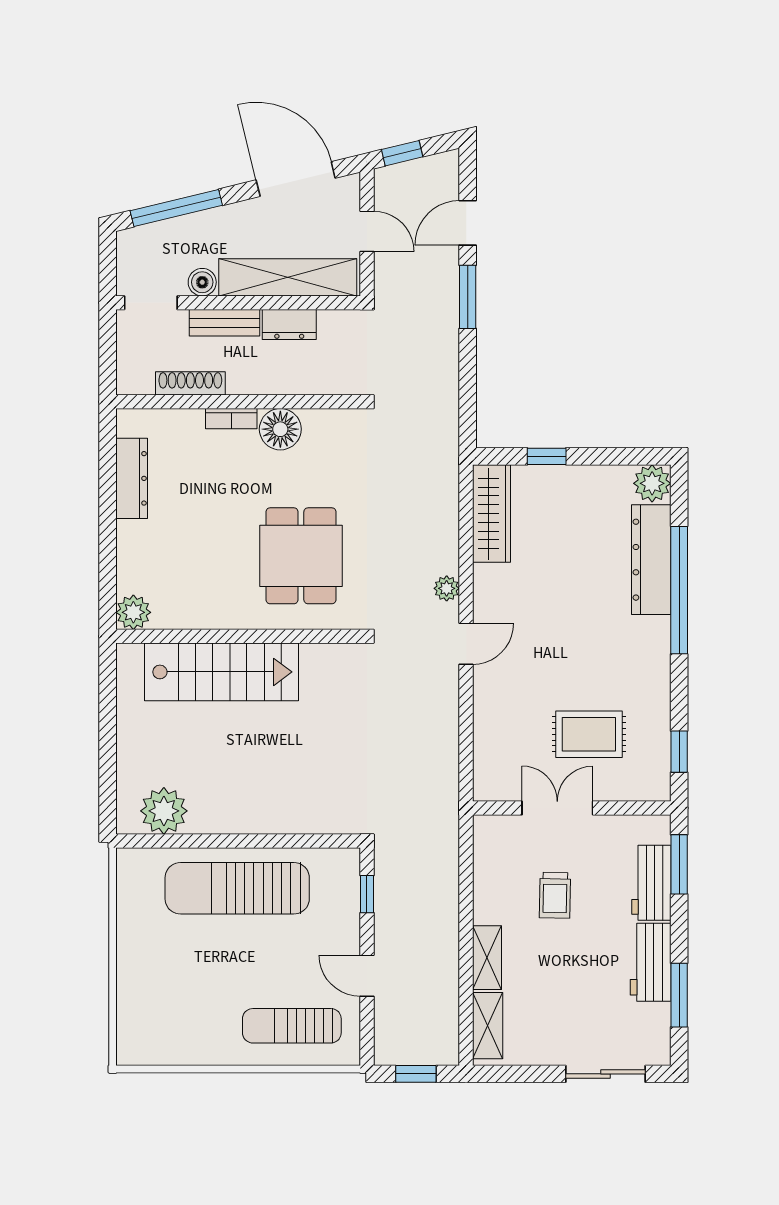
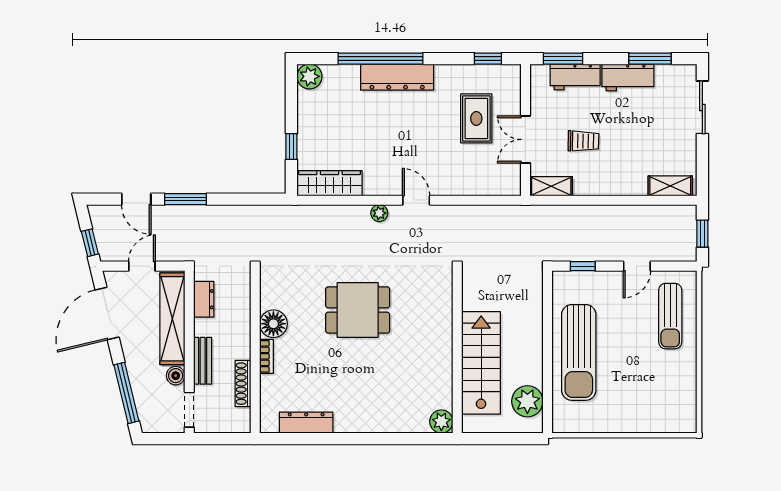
dresser: (289, 324) -> (204, 299), moved
dresser: (651, 560) -> (397, 77), moved
plant: (133, 612) -> (441, 421), moved
wall: (238, 636) -> (457, 352), moved
stairs: (221, 672) -> (481, 363), moved
shelving: (487, 958) -> (551, 186), moved

